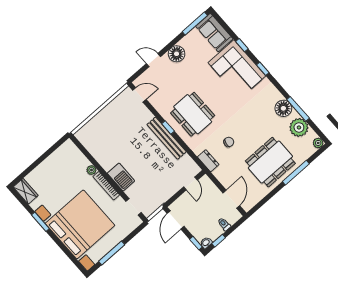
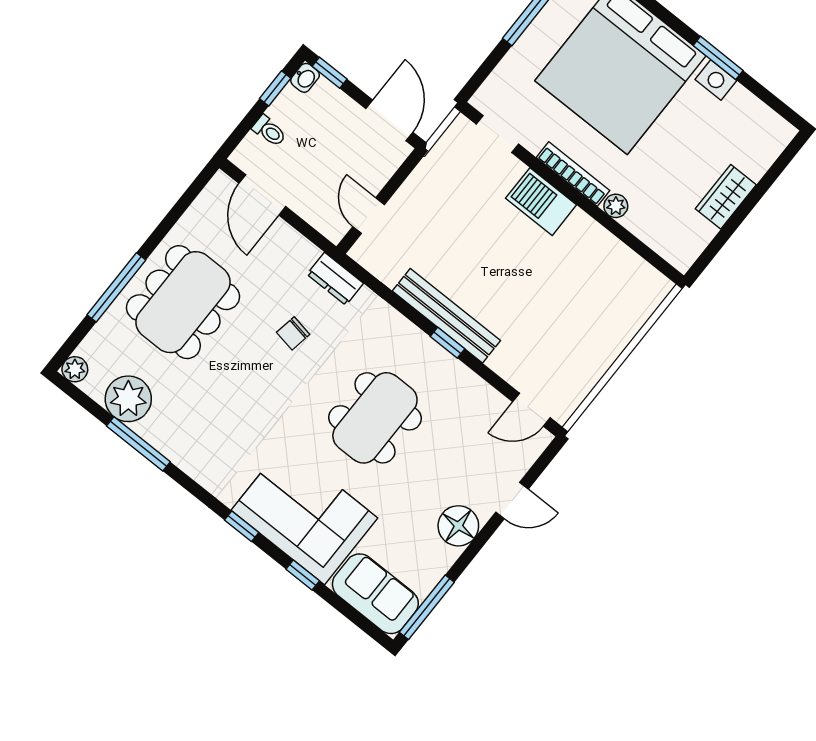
floor lamp: (283, 108) -> (174, 439), removed
dining table: (193, 114) -> (375, 418), moved, turned 90
wardrobe: (26, 191) -> (726, 197), moved, turned 90

